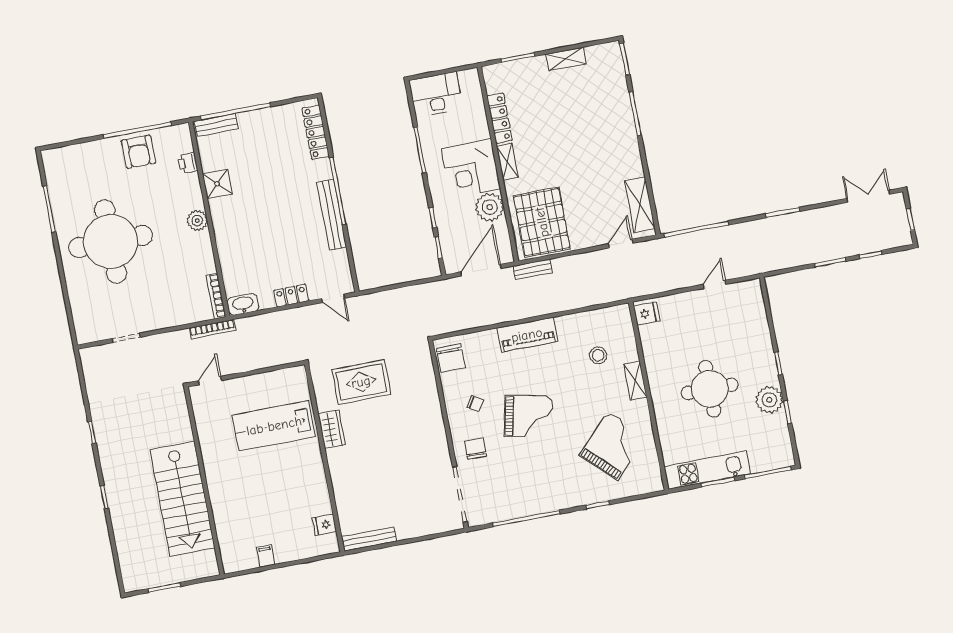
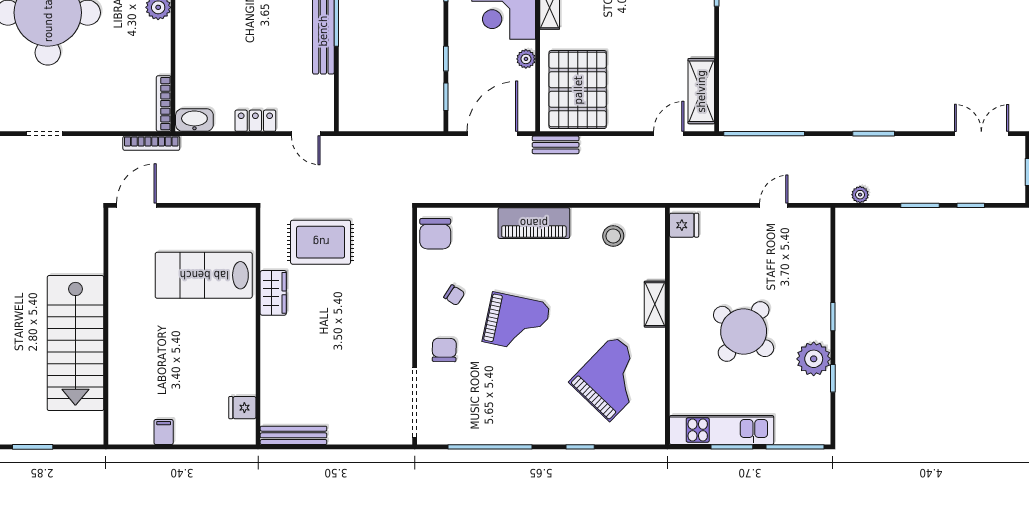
plant: (490, 207) -> (526, 59), width x0.53, depth x0.53
plant: (781, 263) -> (860, 195), added
stool: (598, 355) -> (613, 236), moved
door: (210, 381) -> (136, 205), width x1.38
round table: (710, 389) -> (744, 331), turned 38

